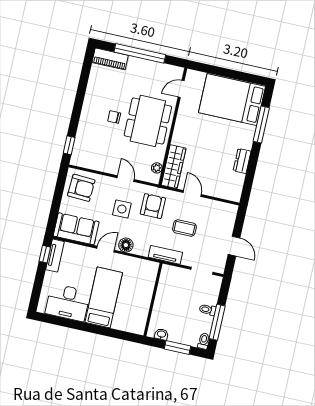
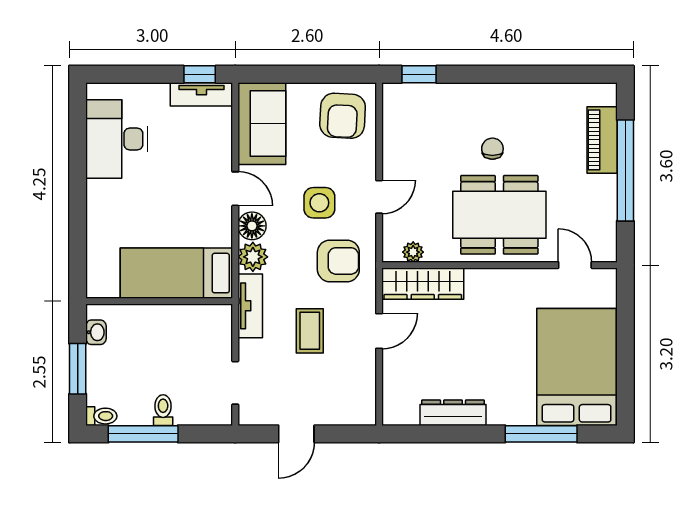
piano: (110, 59) -> (602, 140), moved
dresser: (242, 161) -> (453, 413), width x1.44
plant: (141, 248) -> (253, 257), added
bed: (104, 297) -> (176, 273), moved, turned 180

